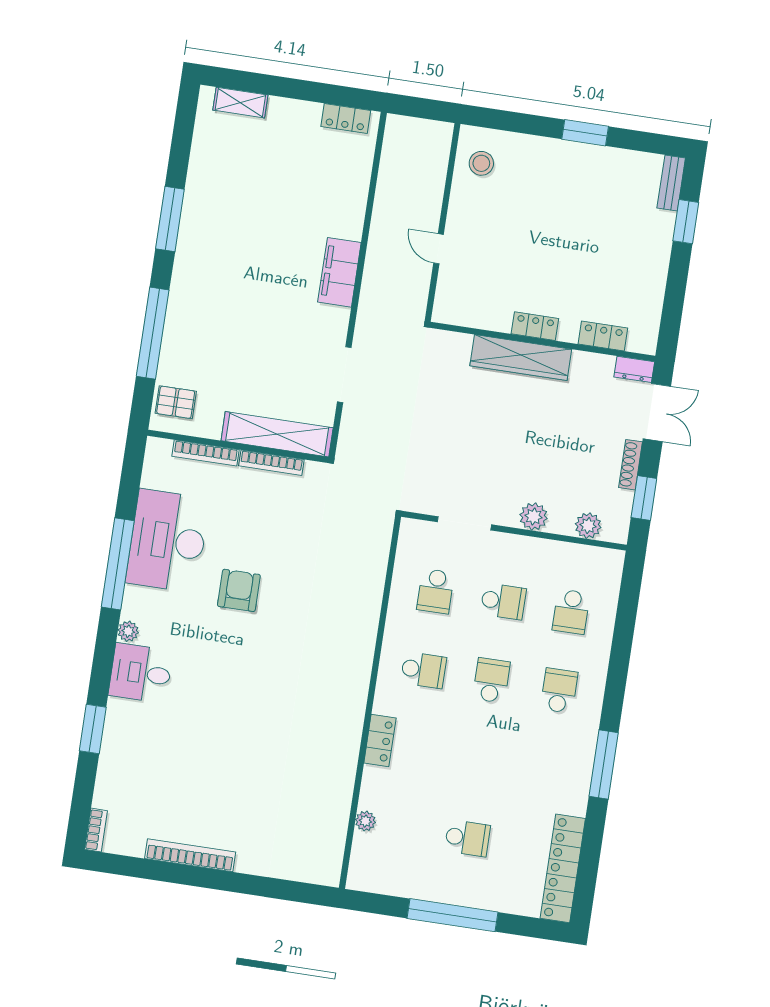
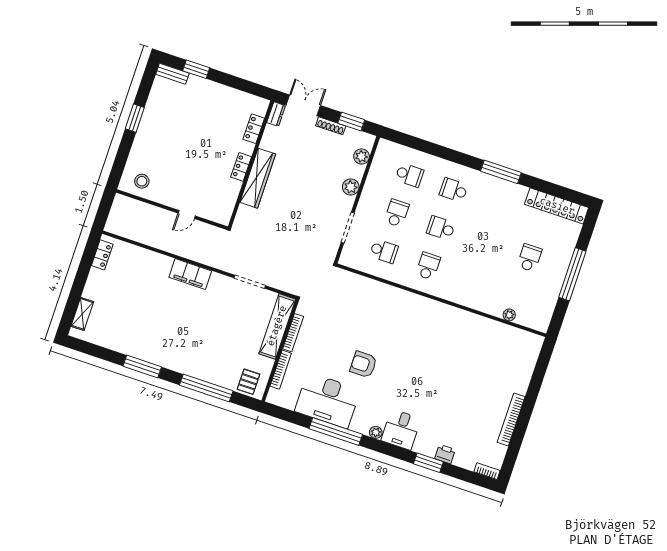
locker: (380, 741) -> (464, 298), removed
printer: (112, 754) -> (445, 454), added

